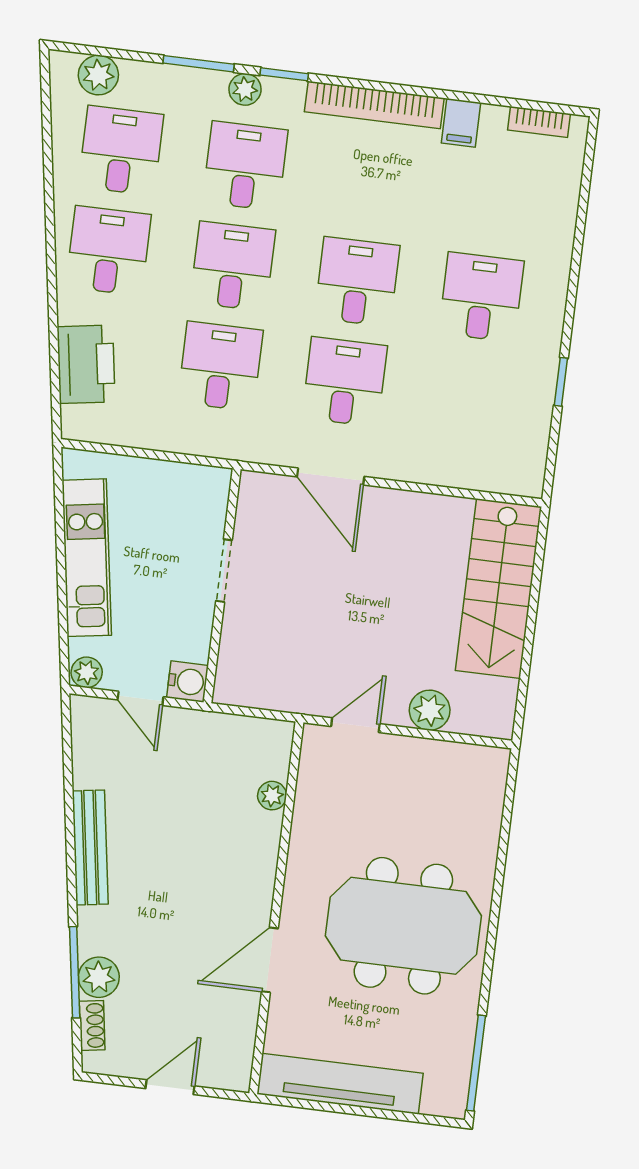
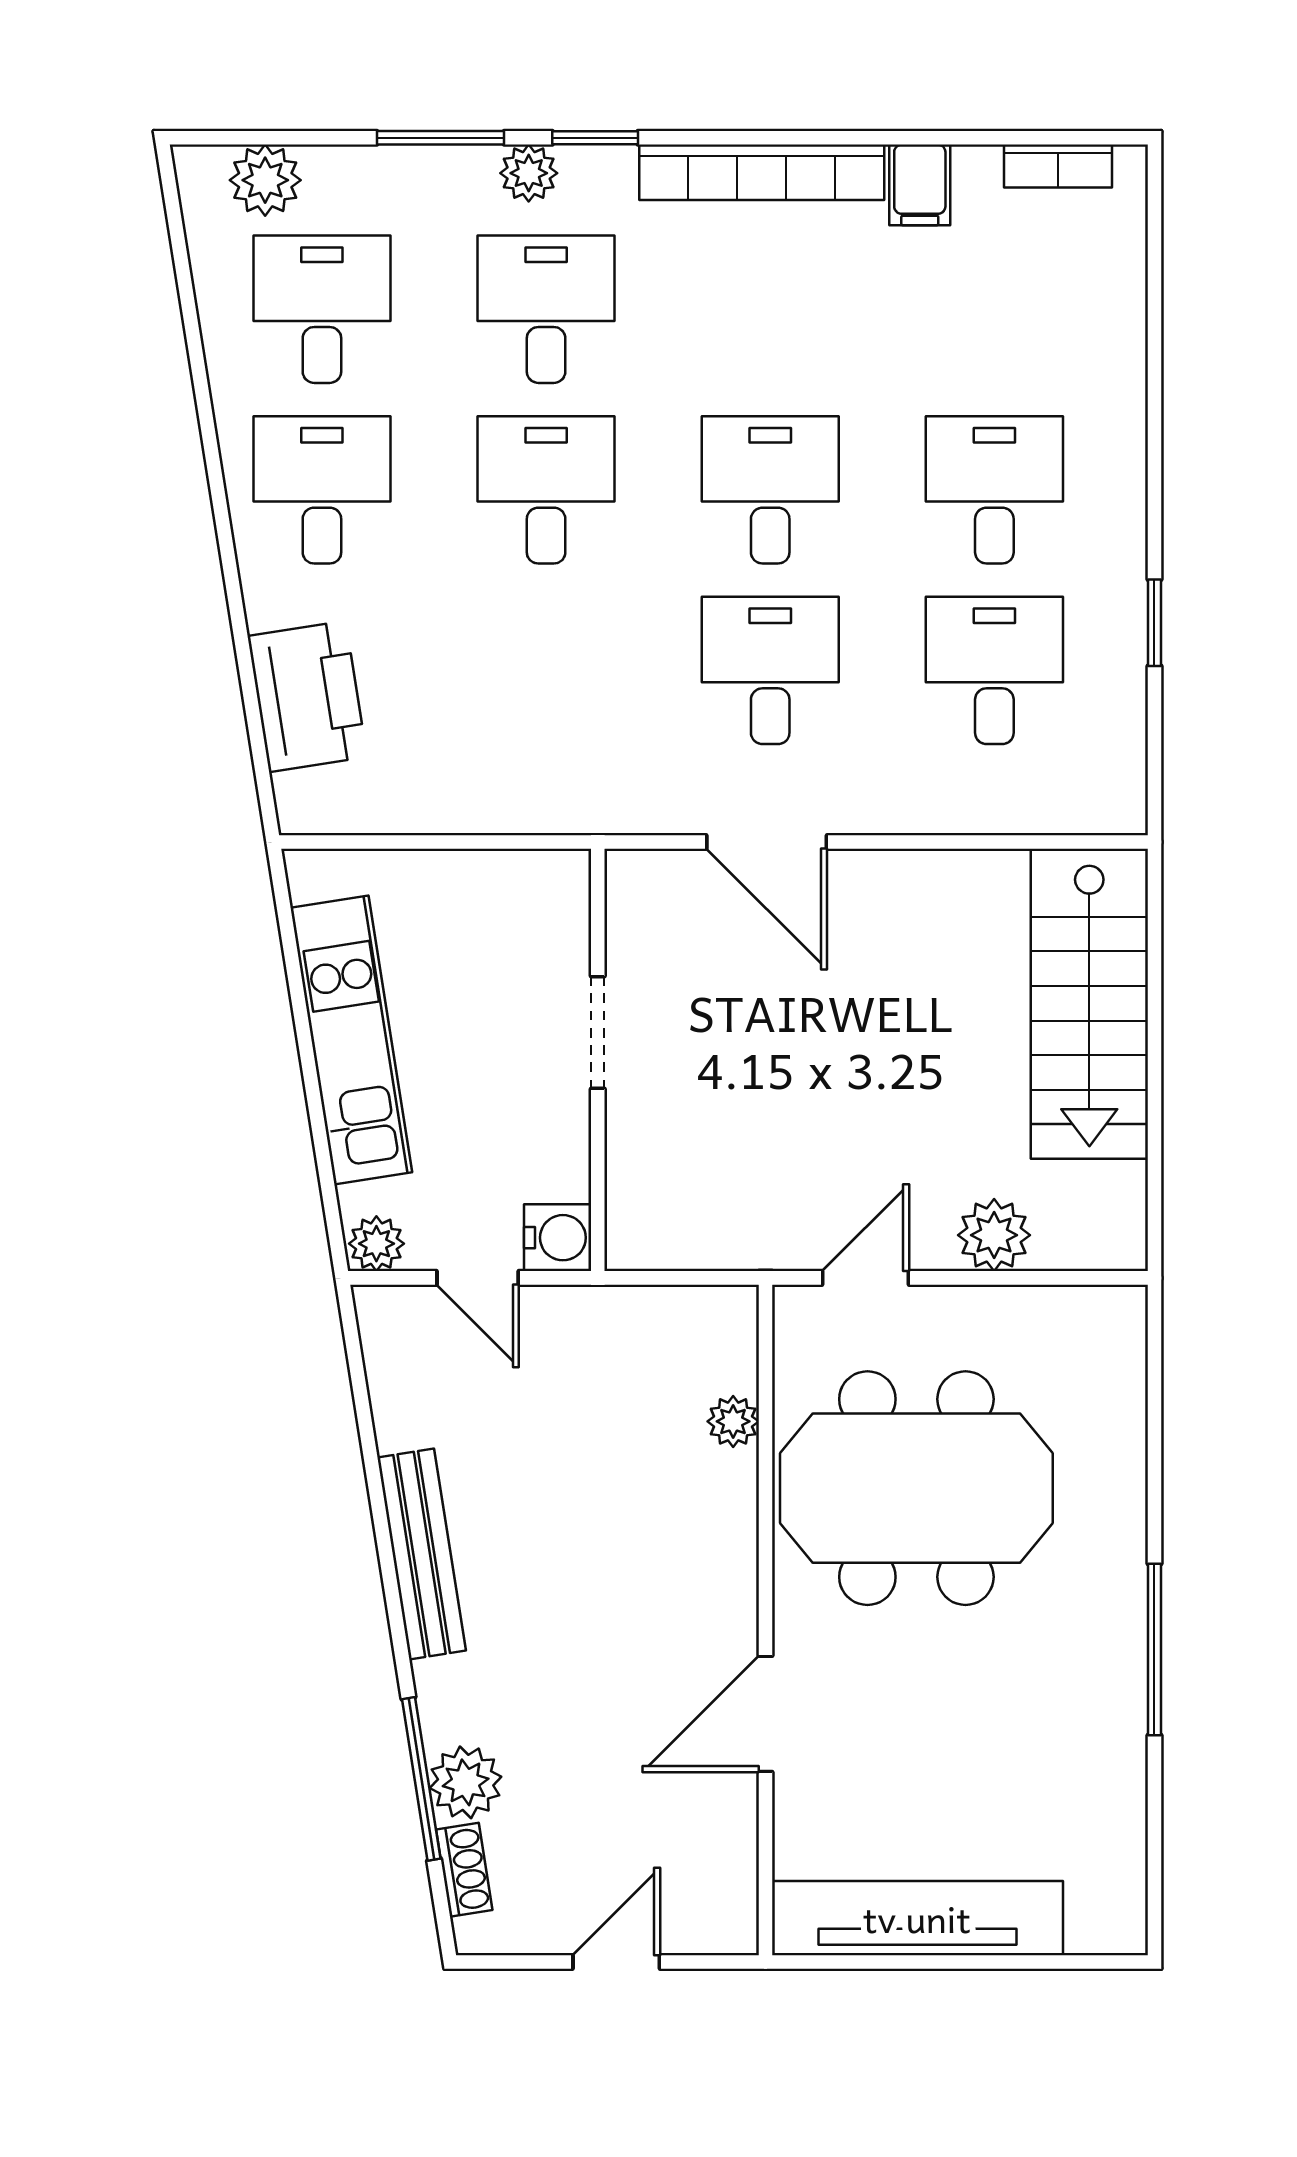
desk: (220, 366) -> (994, 670), moved
meeting table: (403, 926) -> (916, 1488), moved
window: (476, 1063) -> (1154, 1649), moved

